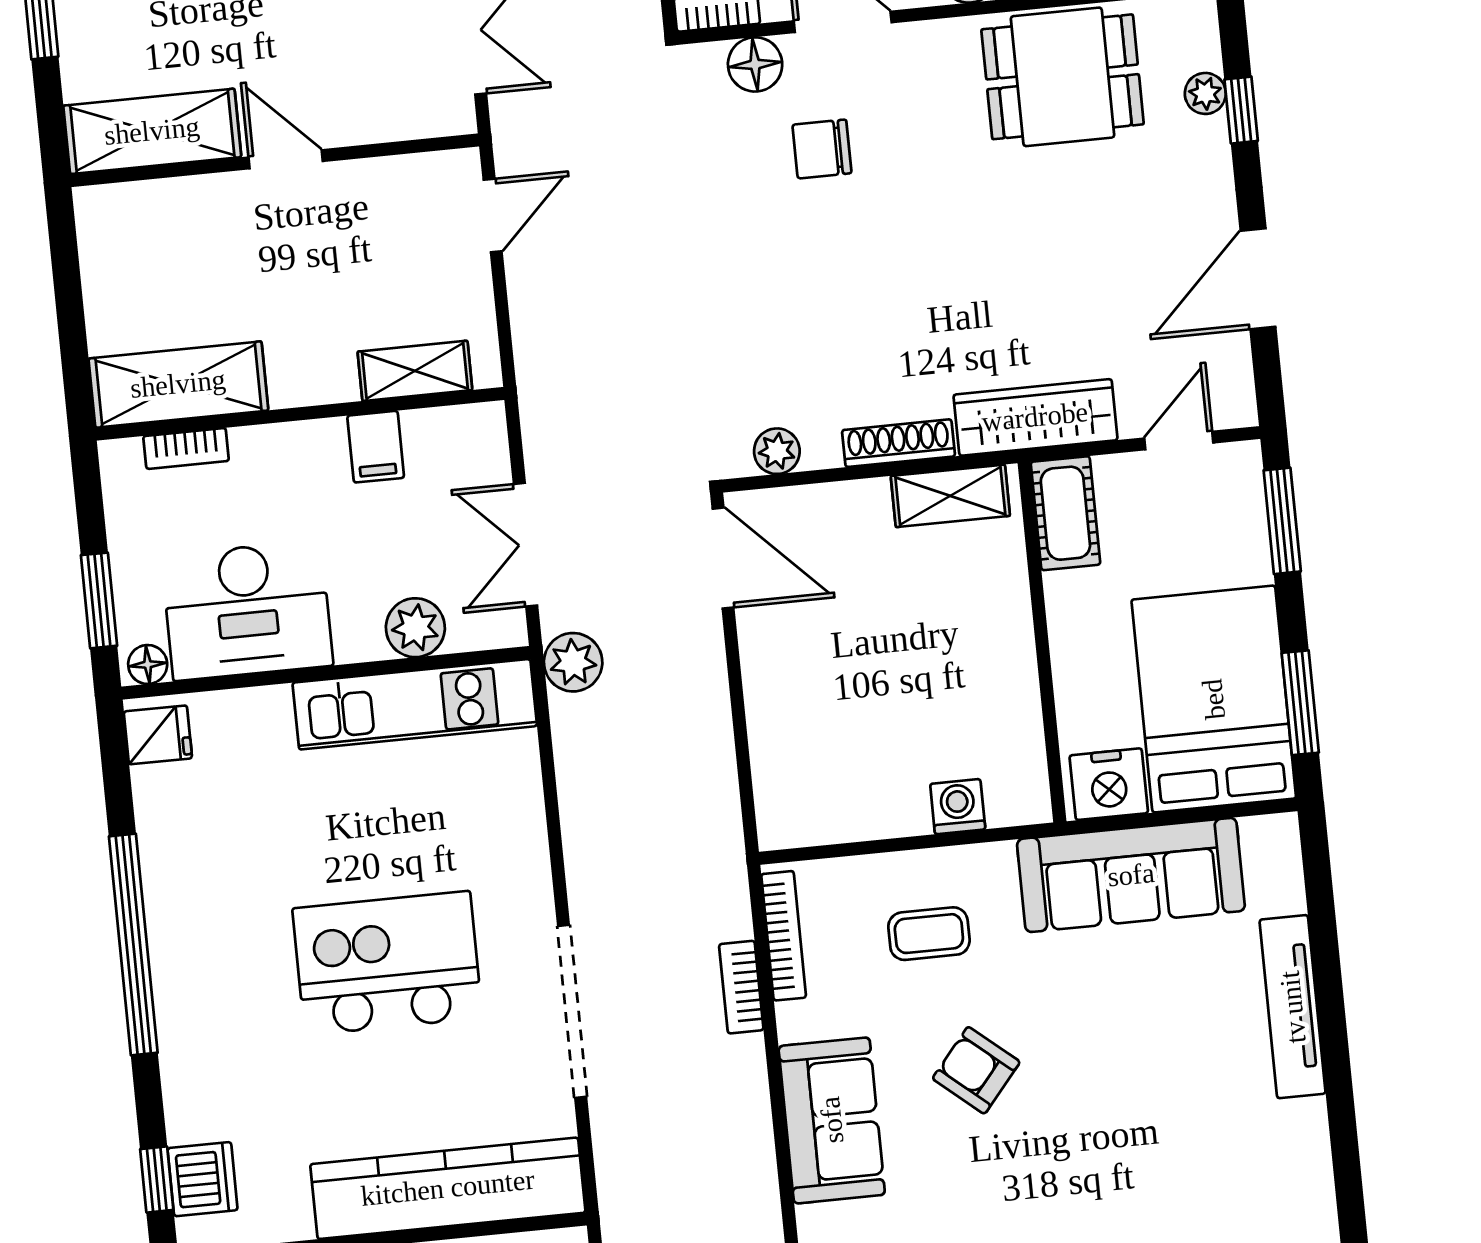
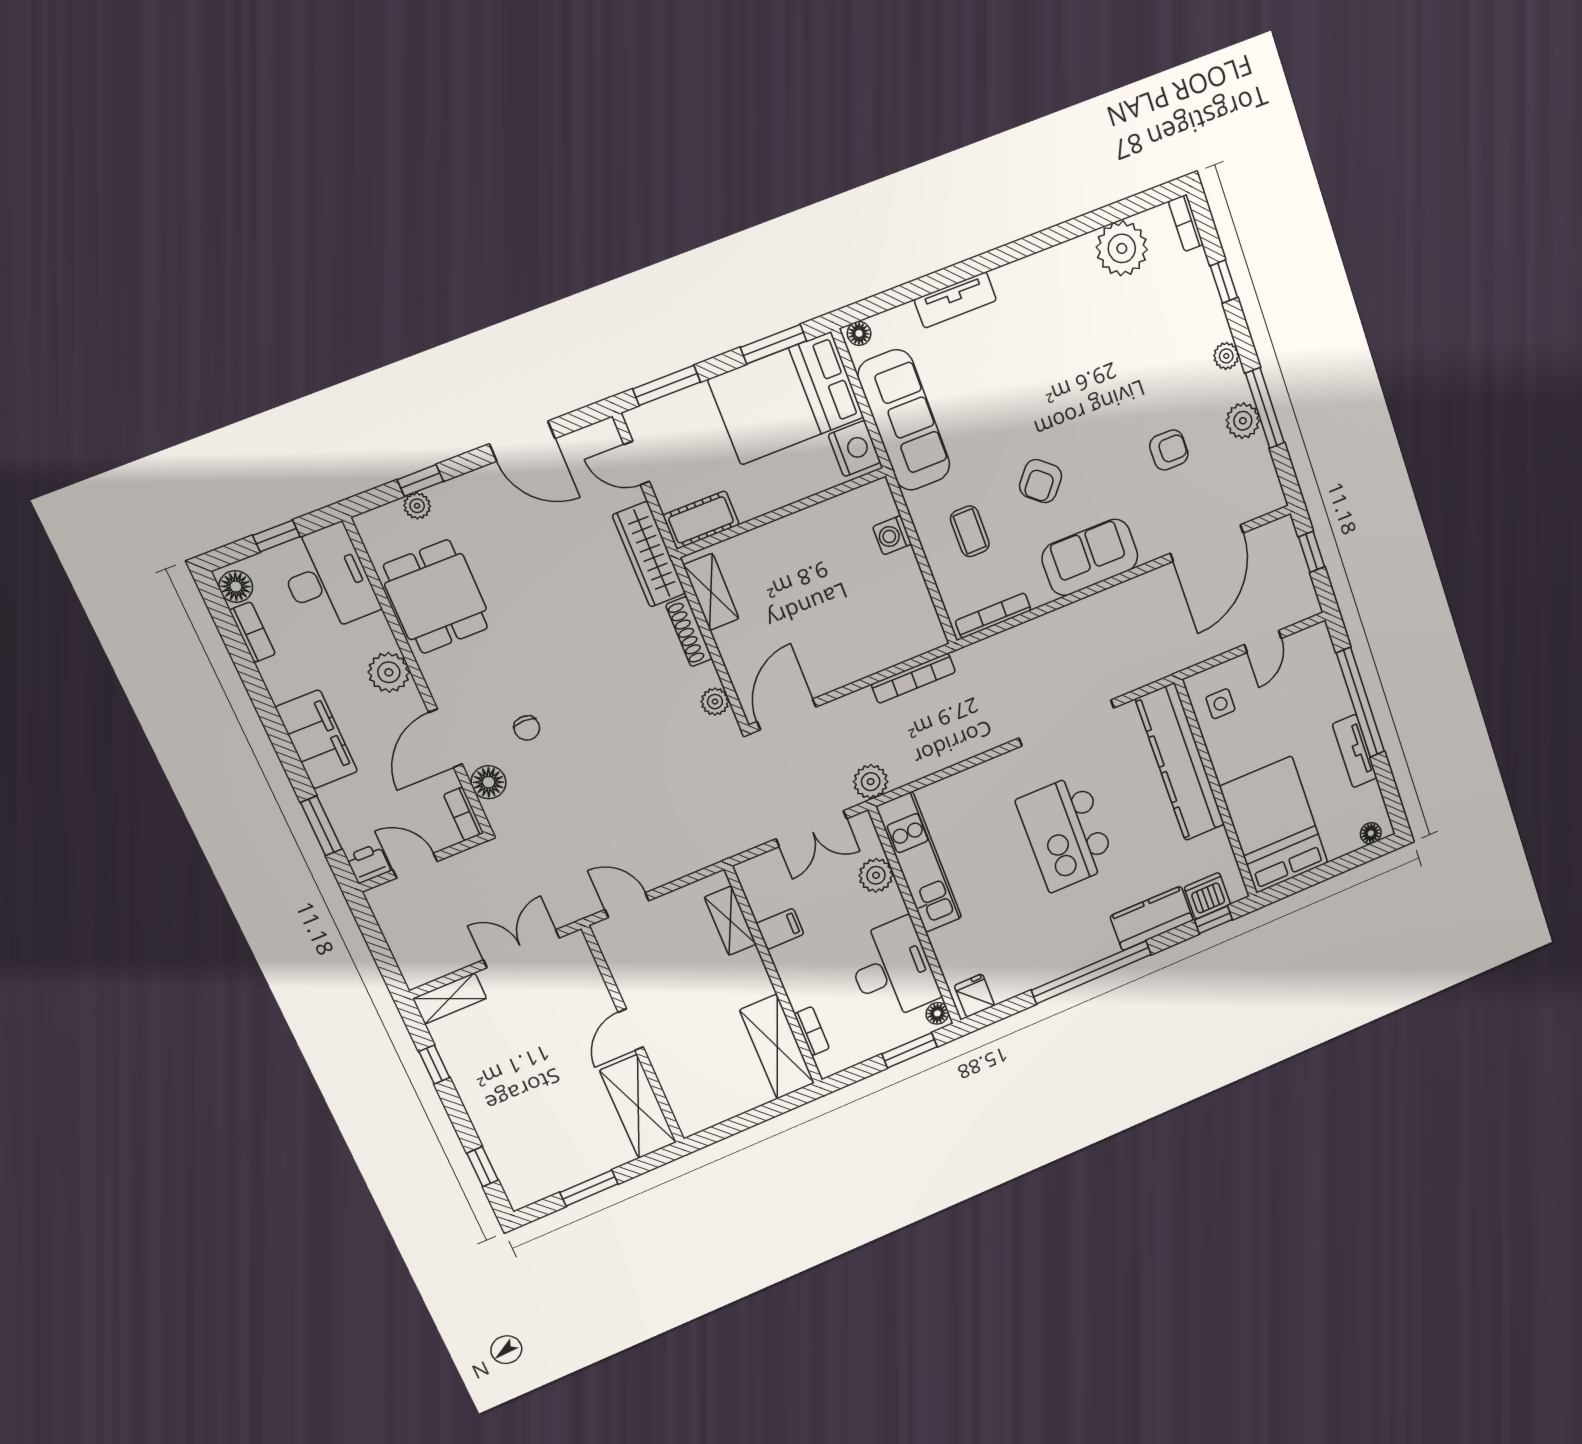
chair: (822, 149) -> (527, 728), width x0.73, depth x0.73
floor lamp: (1282, 841) -> (859, 333), added
bookcase: (741, 987) -> (913, 678), moved, width x1.56
tv unit: (1293, 1007) -> (955, 300), width x0.71
kitchen counter: (194, 1072) -> (1152, 918), added

